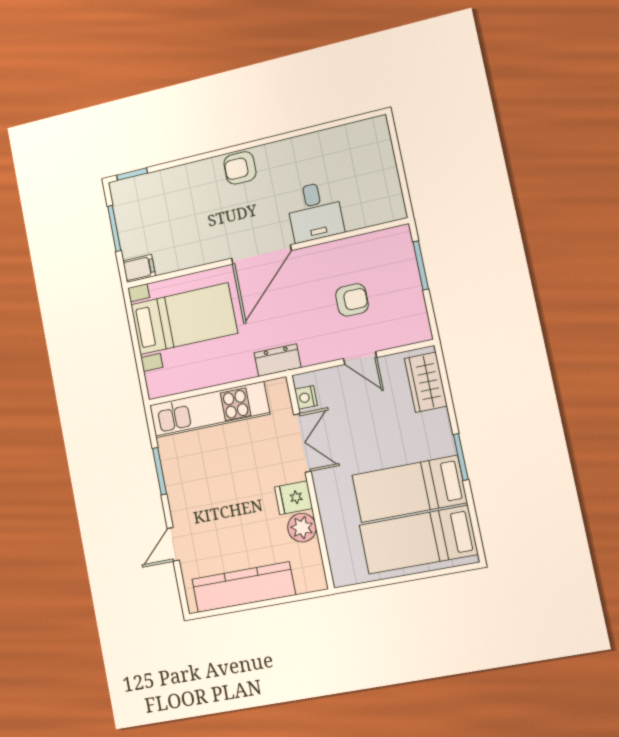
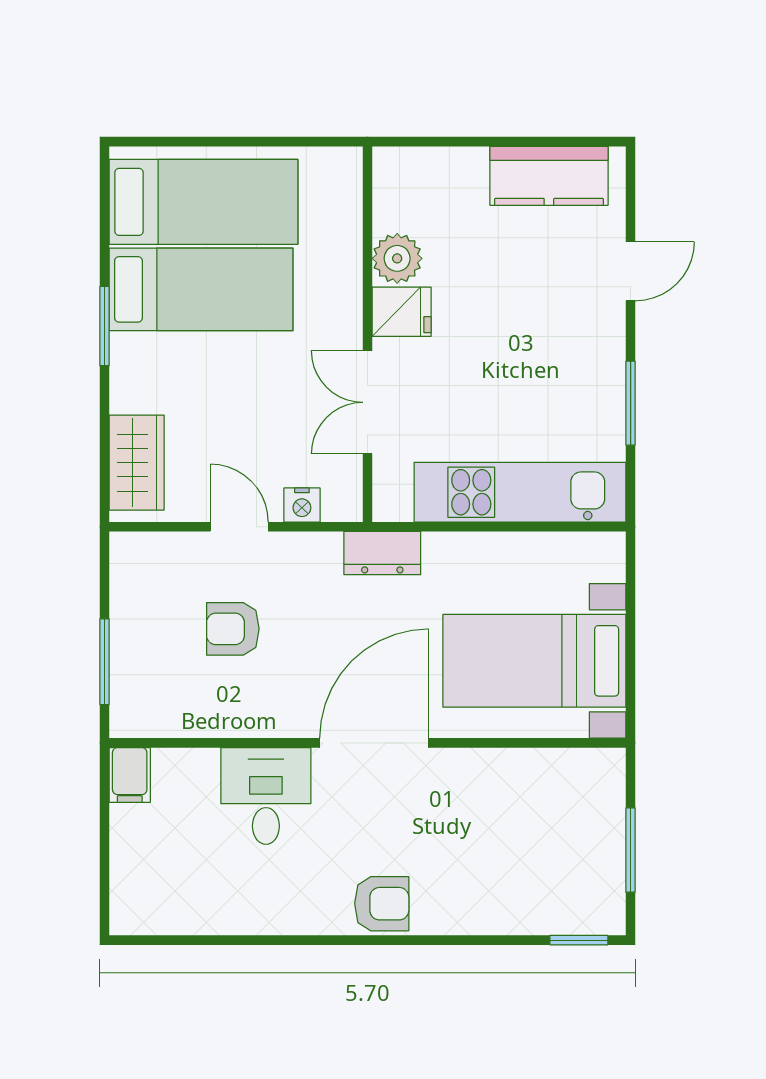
filing cabinet: (139, 268) -> (130, 775), moved, turned -90
nightstand: (306, 397) -> (302, 505), moved, turned 90
kitchen counter: (244, 587) -> (549, 176), width x0.67

